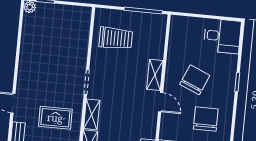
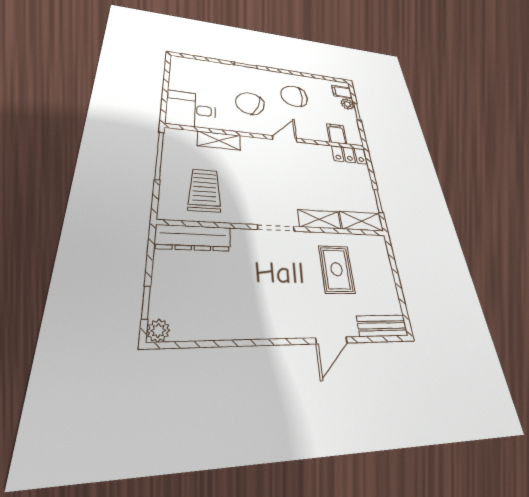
dresser: (82, 29) -> (193, 238), added
desk: (222, 36) -> (191, 109), moved, turned -90
shelving: (155, 75) -> (219, 141), moved

